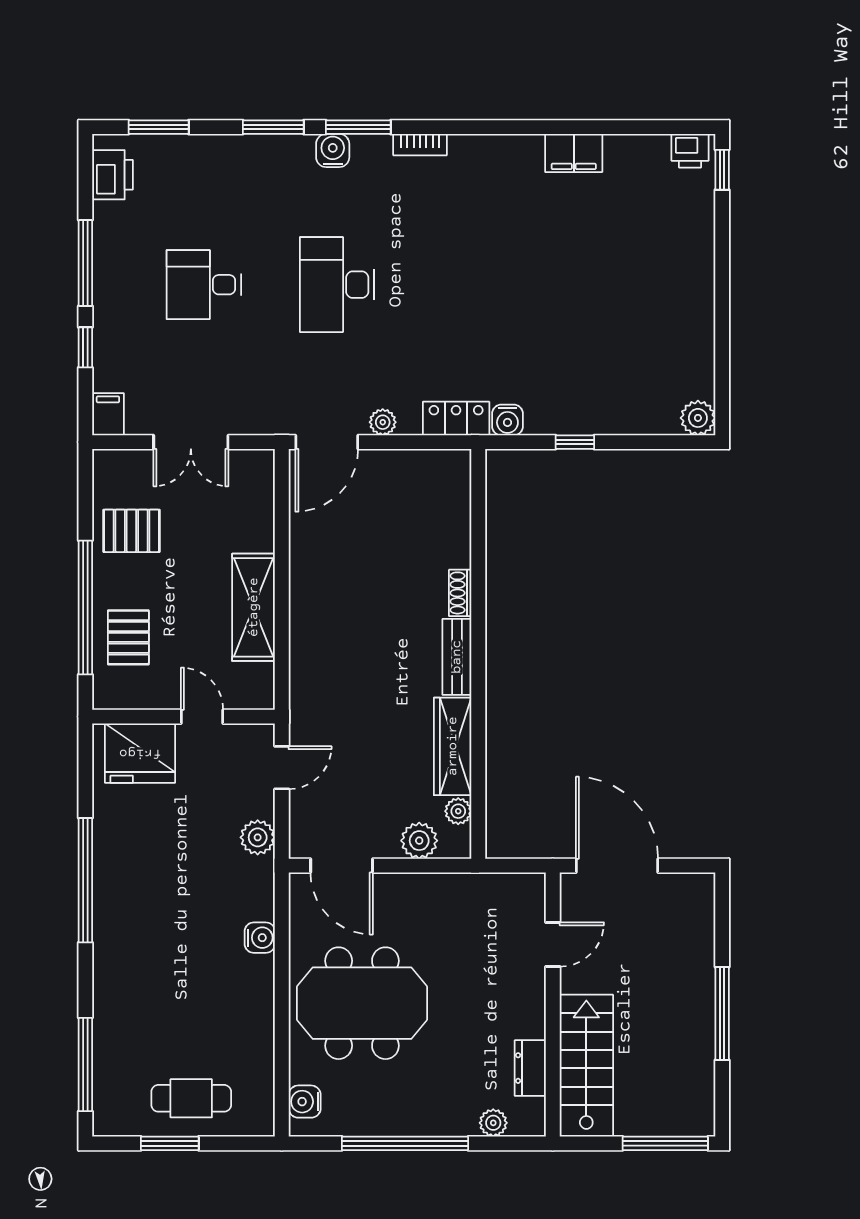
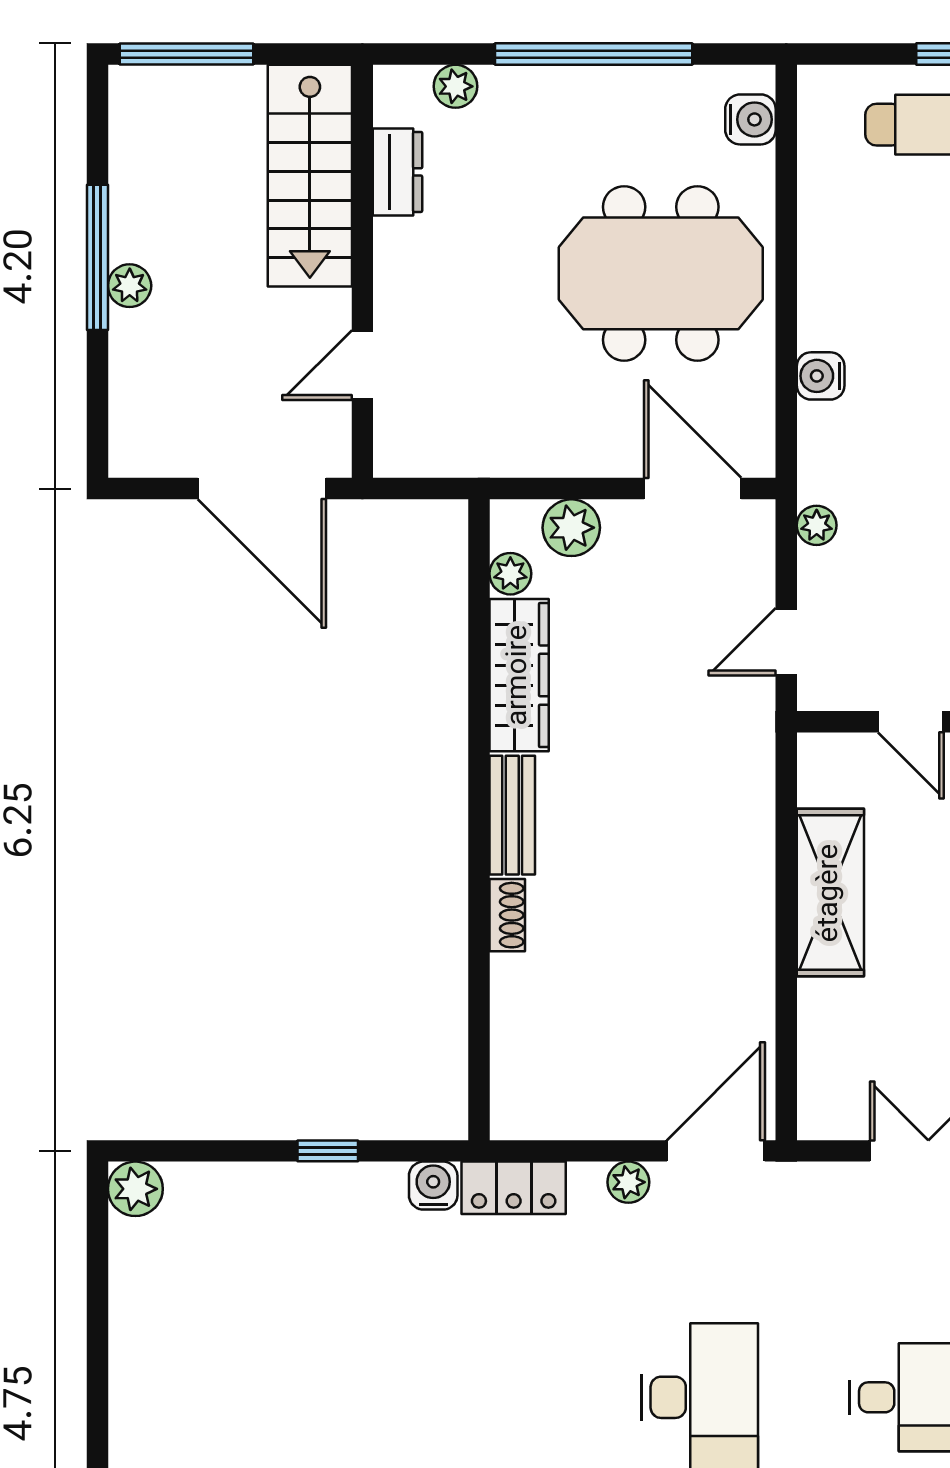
plant: (258, 837) -> (817, 525), width x0.73, depth x0.73
plant: (702, 995) -> (130, 286), added

